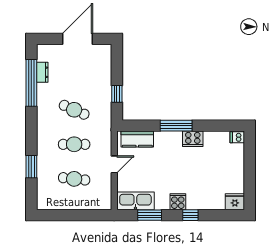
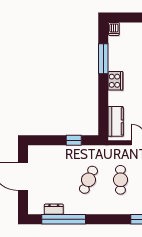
window: (176, 126) -> (103, 59), moved
cooker: (193, 139) -> (115, 81), moved

